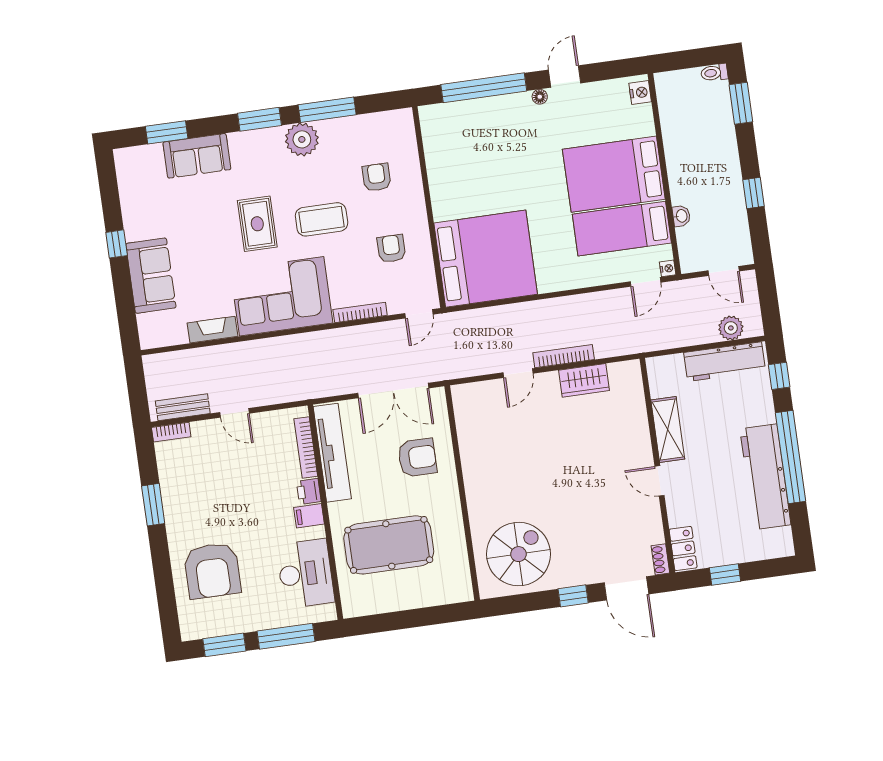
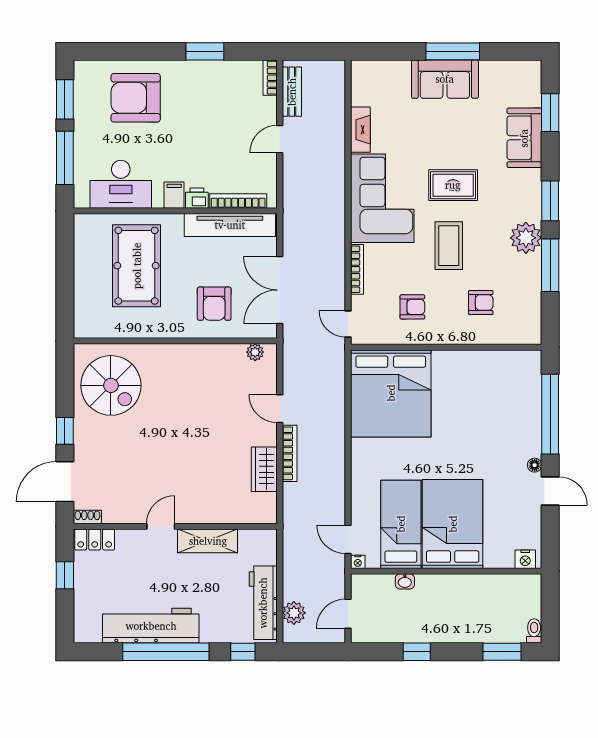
window: (117, 244) -> (453, 51), width x2.17
sofa: (151, 276) -> (445, 79), moved
plant: (462, 407) -> (255, 352), added

